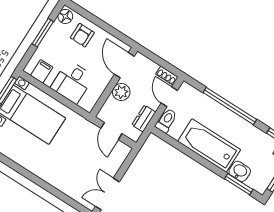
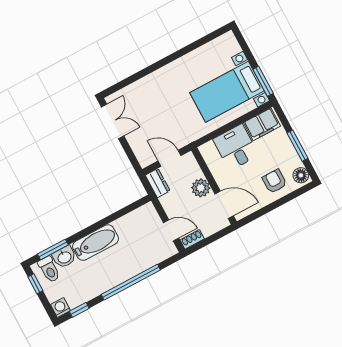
filing cabinet: (42, 71) -> (262, 124), width x2.00
dresser: (144, 118) -> (158, 183), moved
toilet: (166, 121) -> (49, 269), moved
bathtub: (209, 145) -> (96, 243), width x0.73, depth x0.73

